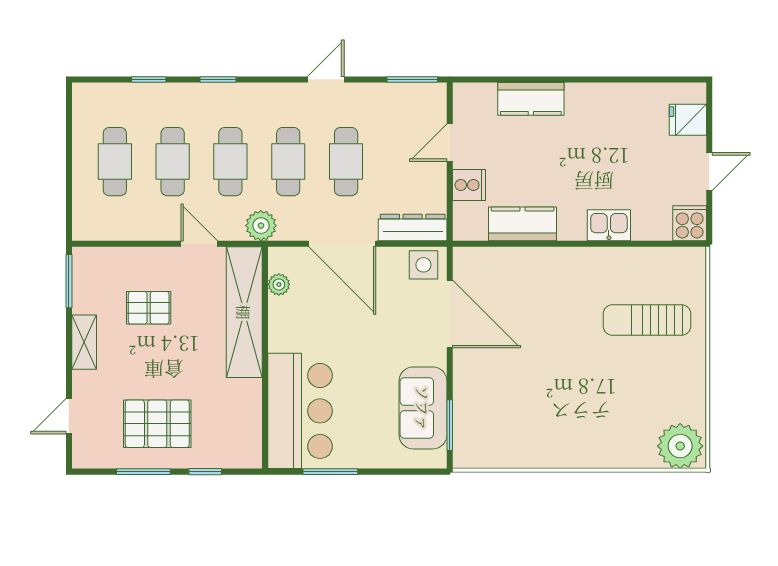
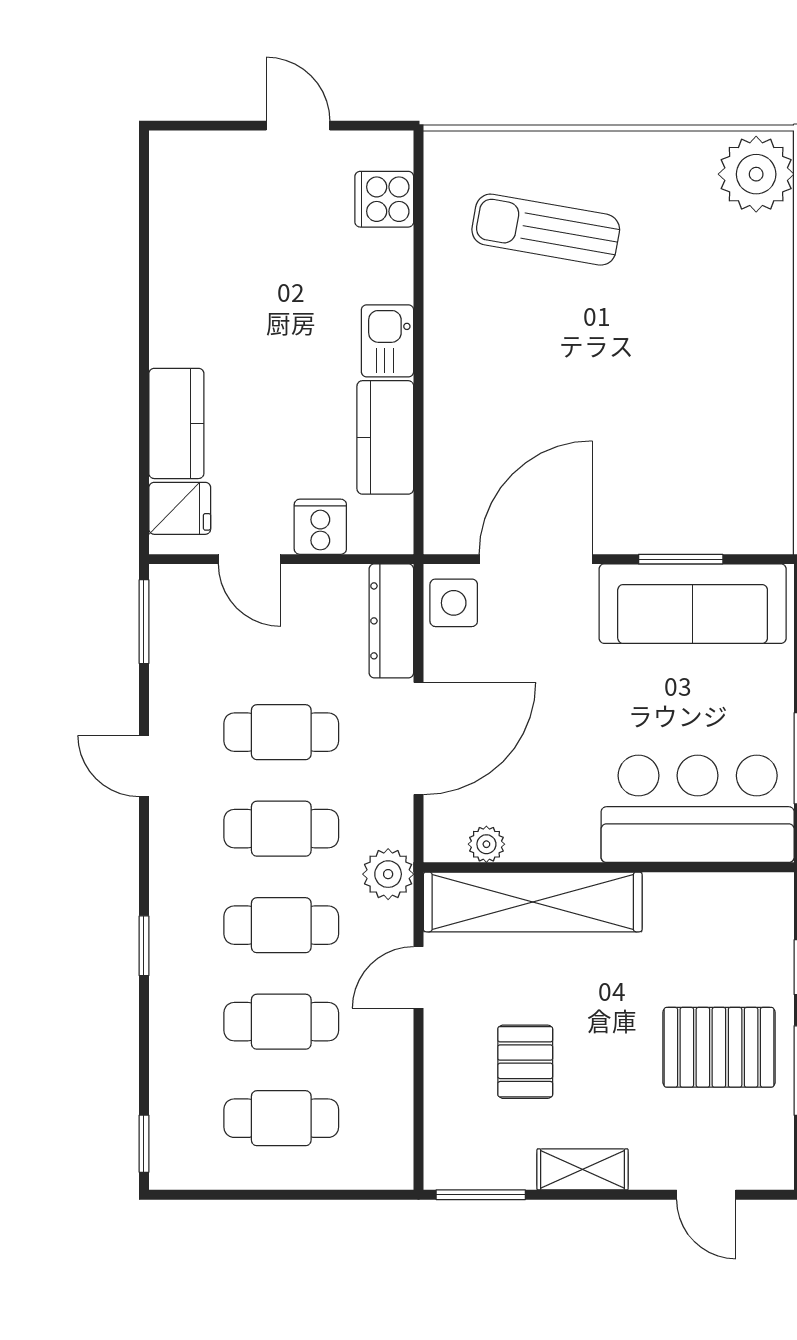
window: (149, 79) -> (144, 1144), moved
fridge: (688, 120) -> (180, 508), moved, turned -90
cooker: (690, 223) -> (384, 199), moved
kitchen sink: (609, 225) -> (388, 341), moved
sun lounger: (647, 320) -> (546, 230), turned 100
sofa: (423, 408) -> (693, 604), width x1.36
pallet: (157, 424) -> (719, 1047), turned 90
window: (450, 425) -> (681, 559), moved

